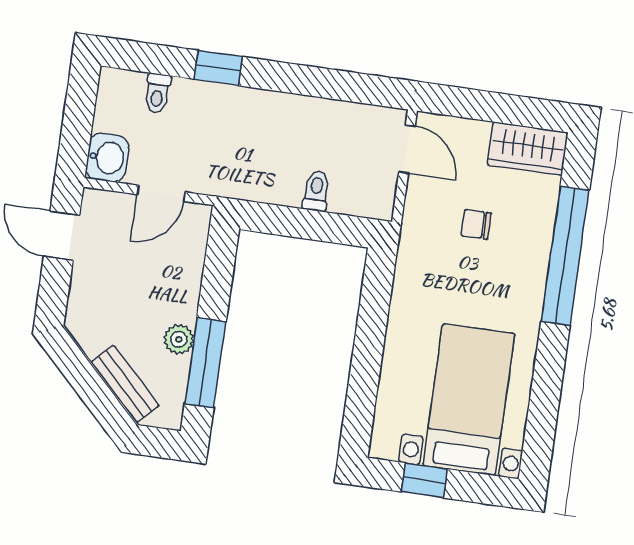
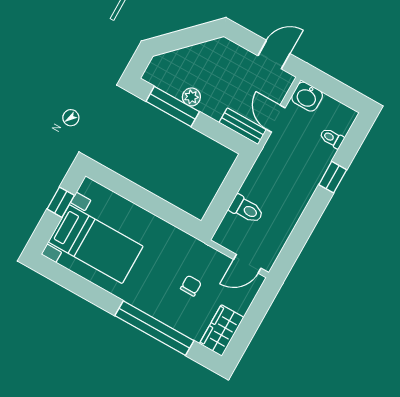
toilet: (316, 191) -> (246, 209), width x1.37, depth x1.39
bench: (125, 384) -> (243, 126), moved, turned 45

